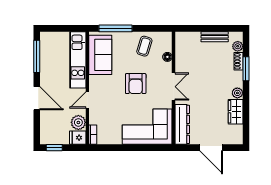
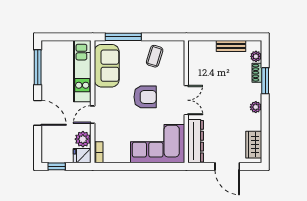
floor lamp: (167, 57) -> (180, 68), removed
armchair: (136, 84) -> (145, 97), turned -90
wardrobe: (236, 112) -> (254, 145), moved

